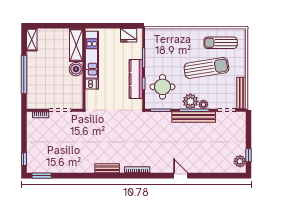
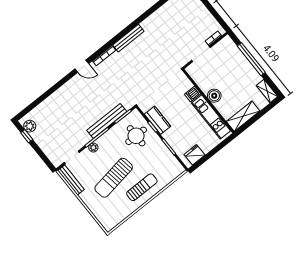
sun lounger: (221, 43) -> (142, 187), moved
shelving: (76, 45) -> (243, 116), moved, turned 90
kitchen counter: (136, 79) -> (158, 120), width x0.67
plant: (190, 101) -> (105, 142), removed
bench: (194, 117) -> (107, 121), moved
bench: (107, 168) -> (128, 38), width x1.36
door: (181, 176) -> (82, 66), moved

